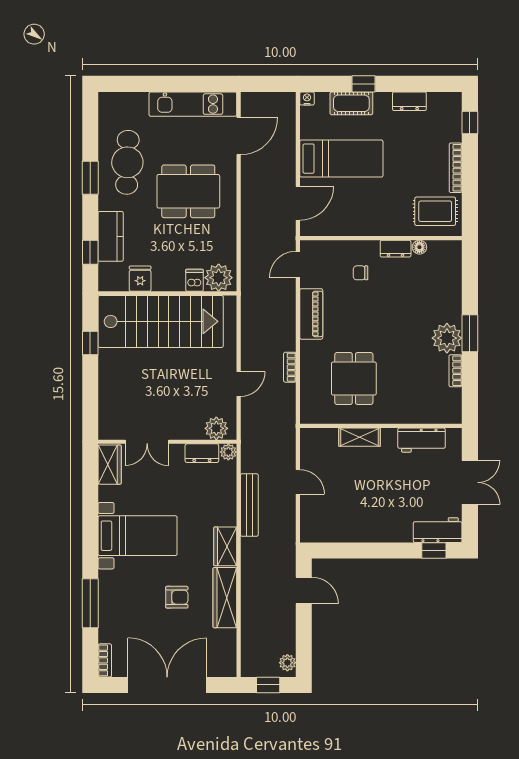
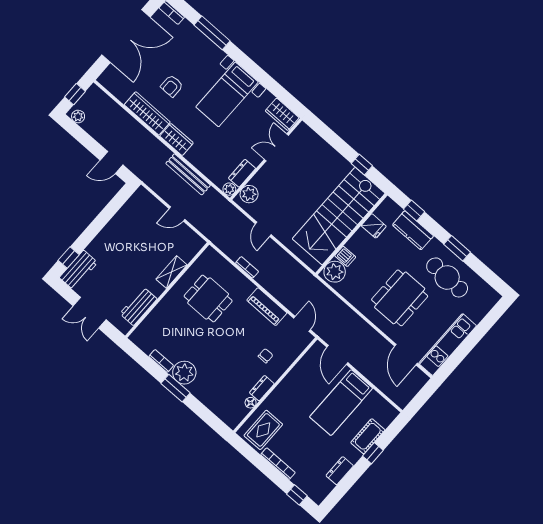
nightstand: (307, 98) -> (393, 413), removed

